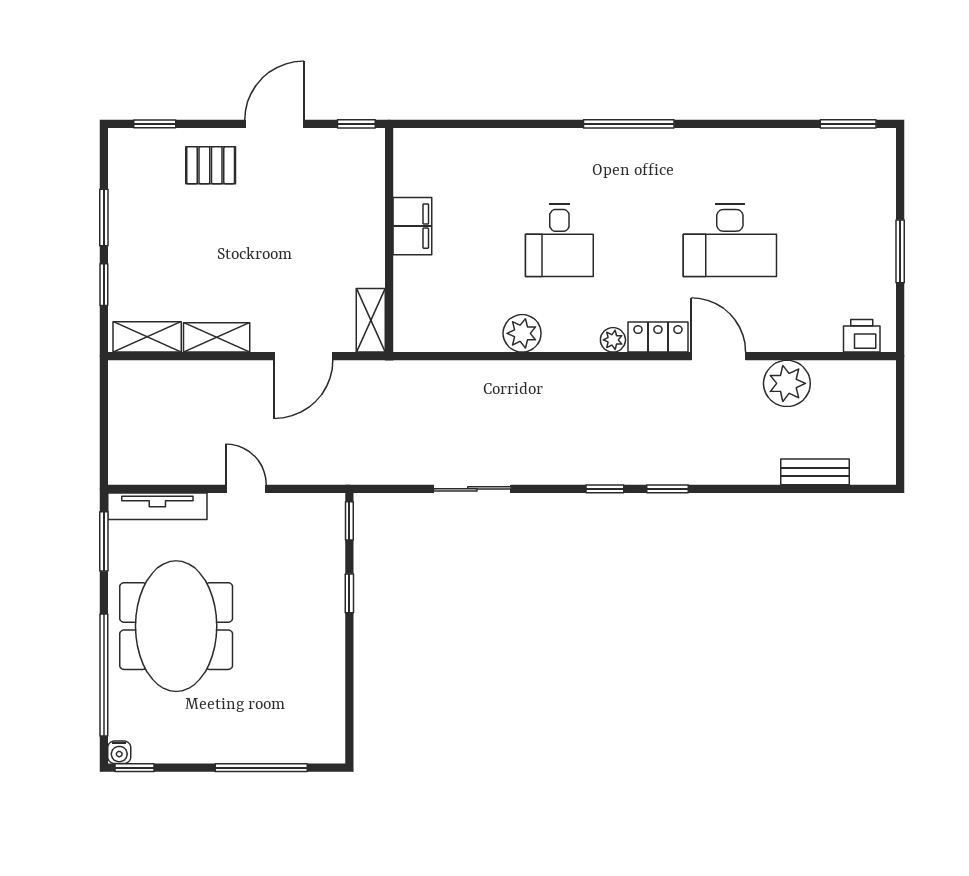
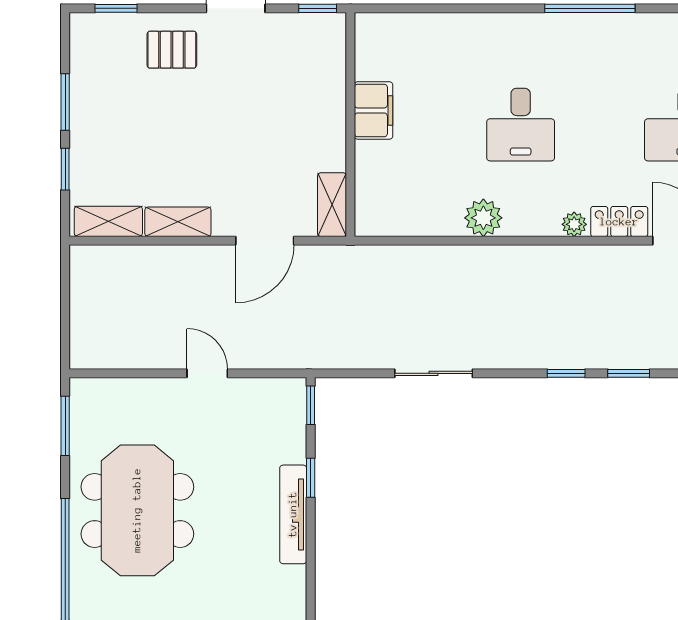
tv unit: (157, 506) -> (293, 514), moved, turned 90

